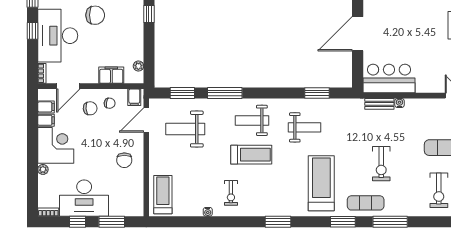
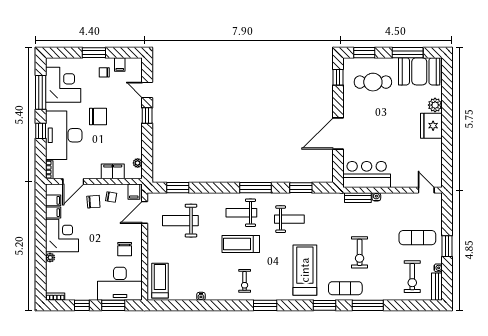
window: (225, 93) -> (256, 188), moved
treadmill: (251, 155) -> (241, 244), turned 180
exercise bike: (231, 193) -> (245, 281), moved
desk: (84, 198) -> (120, 284), moved

